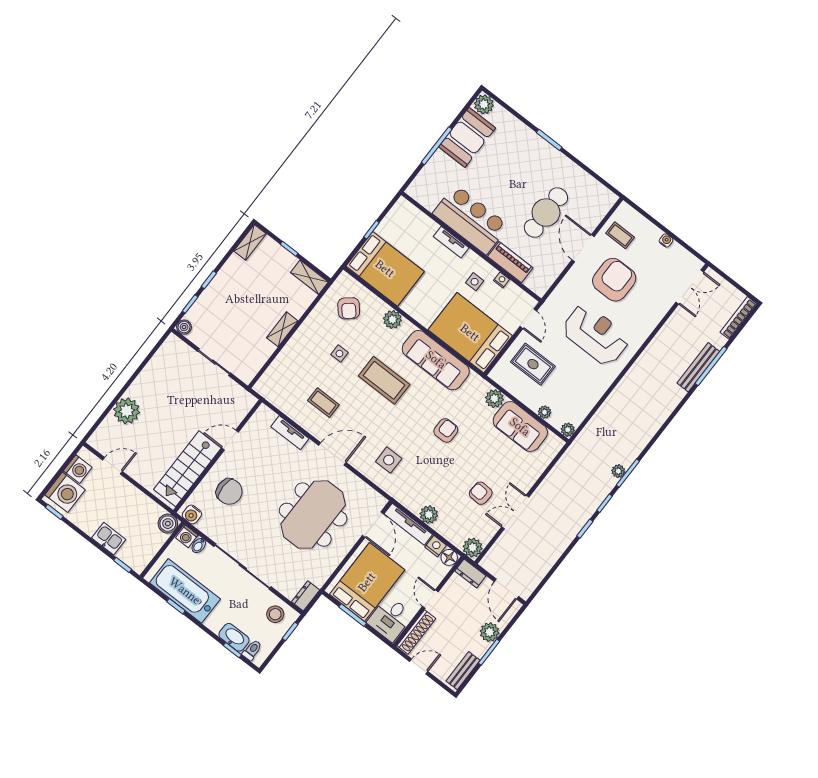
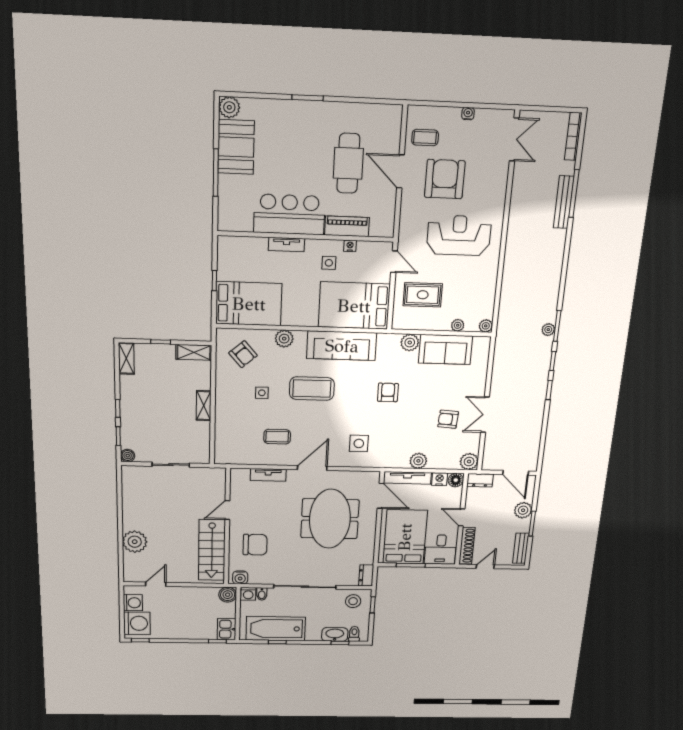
kitchen sink: (109, 539) -> (227, 629), moved, turned -90

